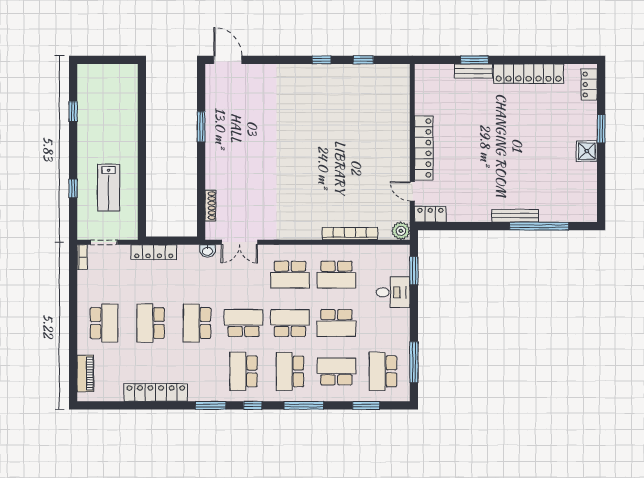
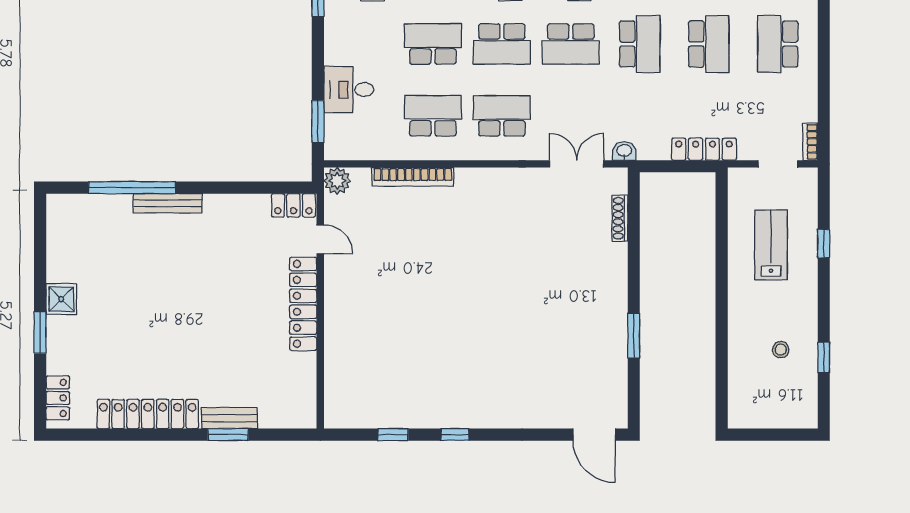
stool: (102, 117) -> (781, 350), added

